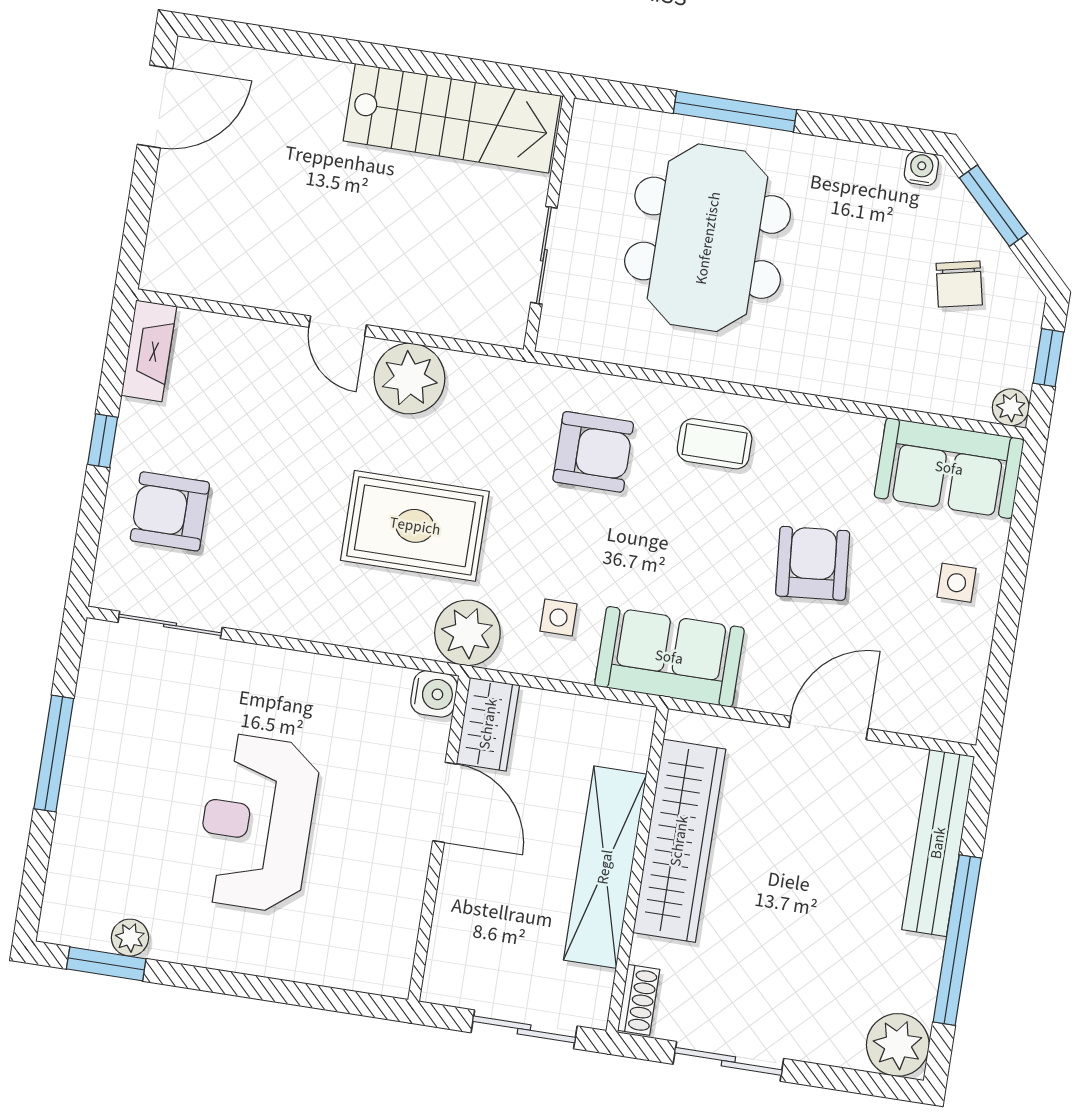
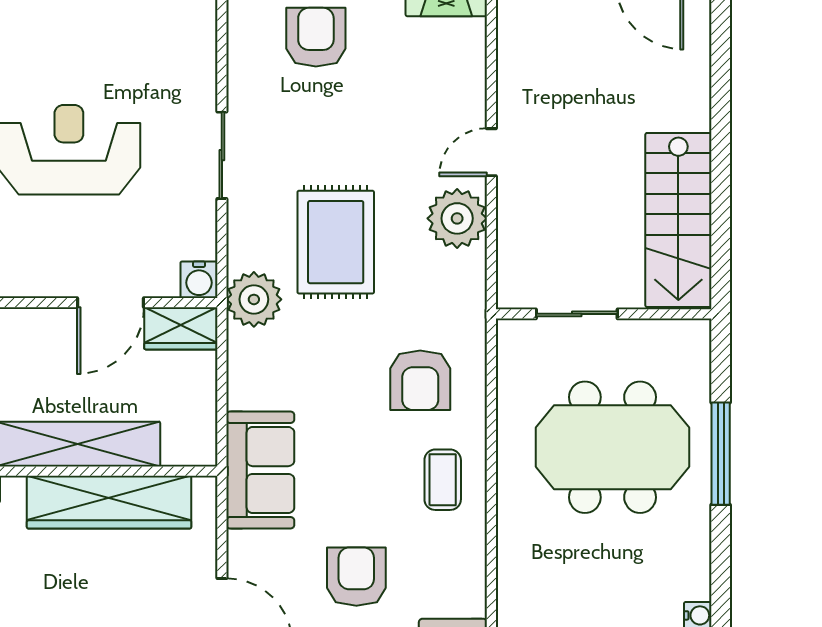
armchair: (813, 563) -> (356, 577), turned -85
side table: (558, 618) -> (278, 373), removed
sliding door: (170, 625) -> (222, 155), moved

